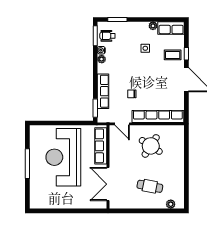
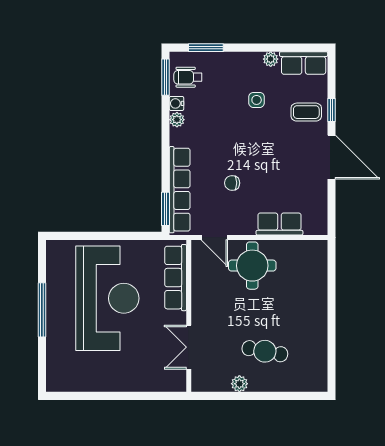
row of seats: (103, 91) -> (180, 190), width x1.36
row of seats: (158, 116) -> (279, 224), width x0.50
round table: (151, 146) -> (252, 266), moved, turned -33
reception desk: (63, 157) -> (107, 298), turned 180
double door: (108, 184) -> (189, 347), width x0.73
plant: (171, 204) -> (239, 384), moved

